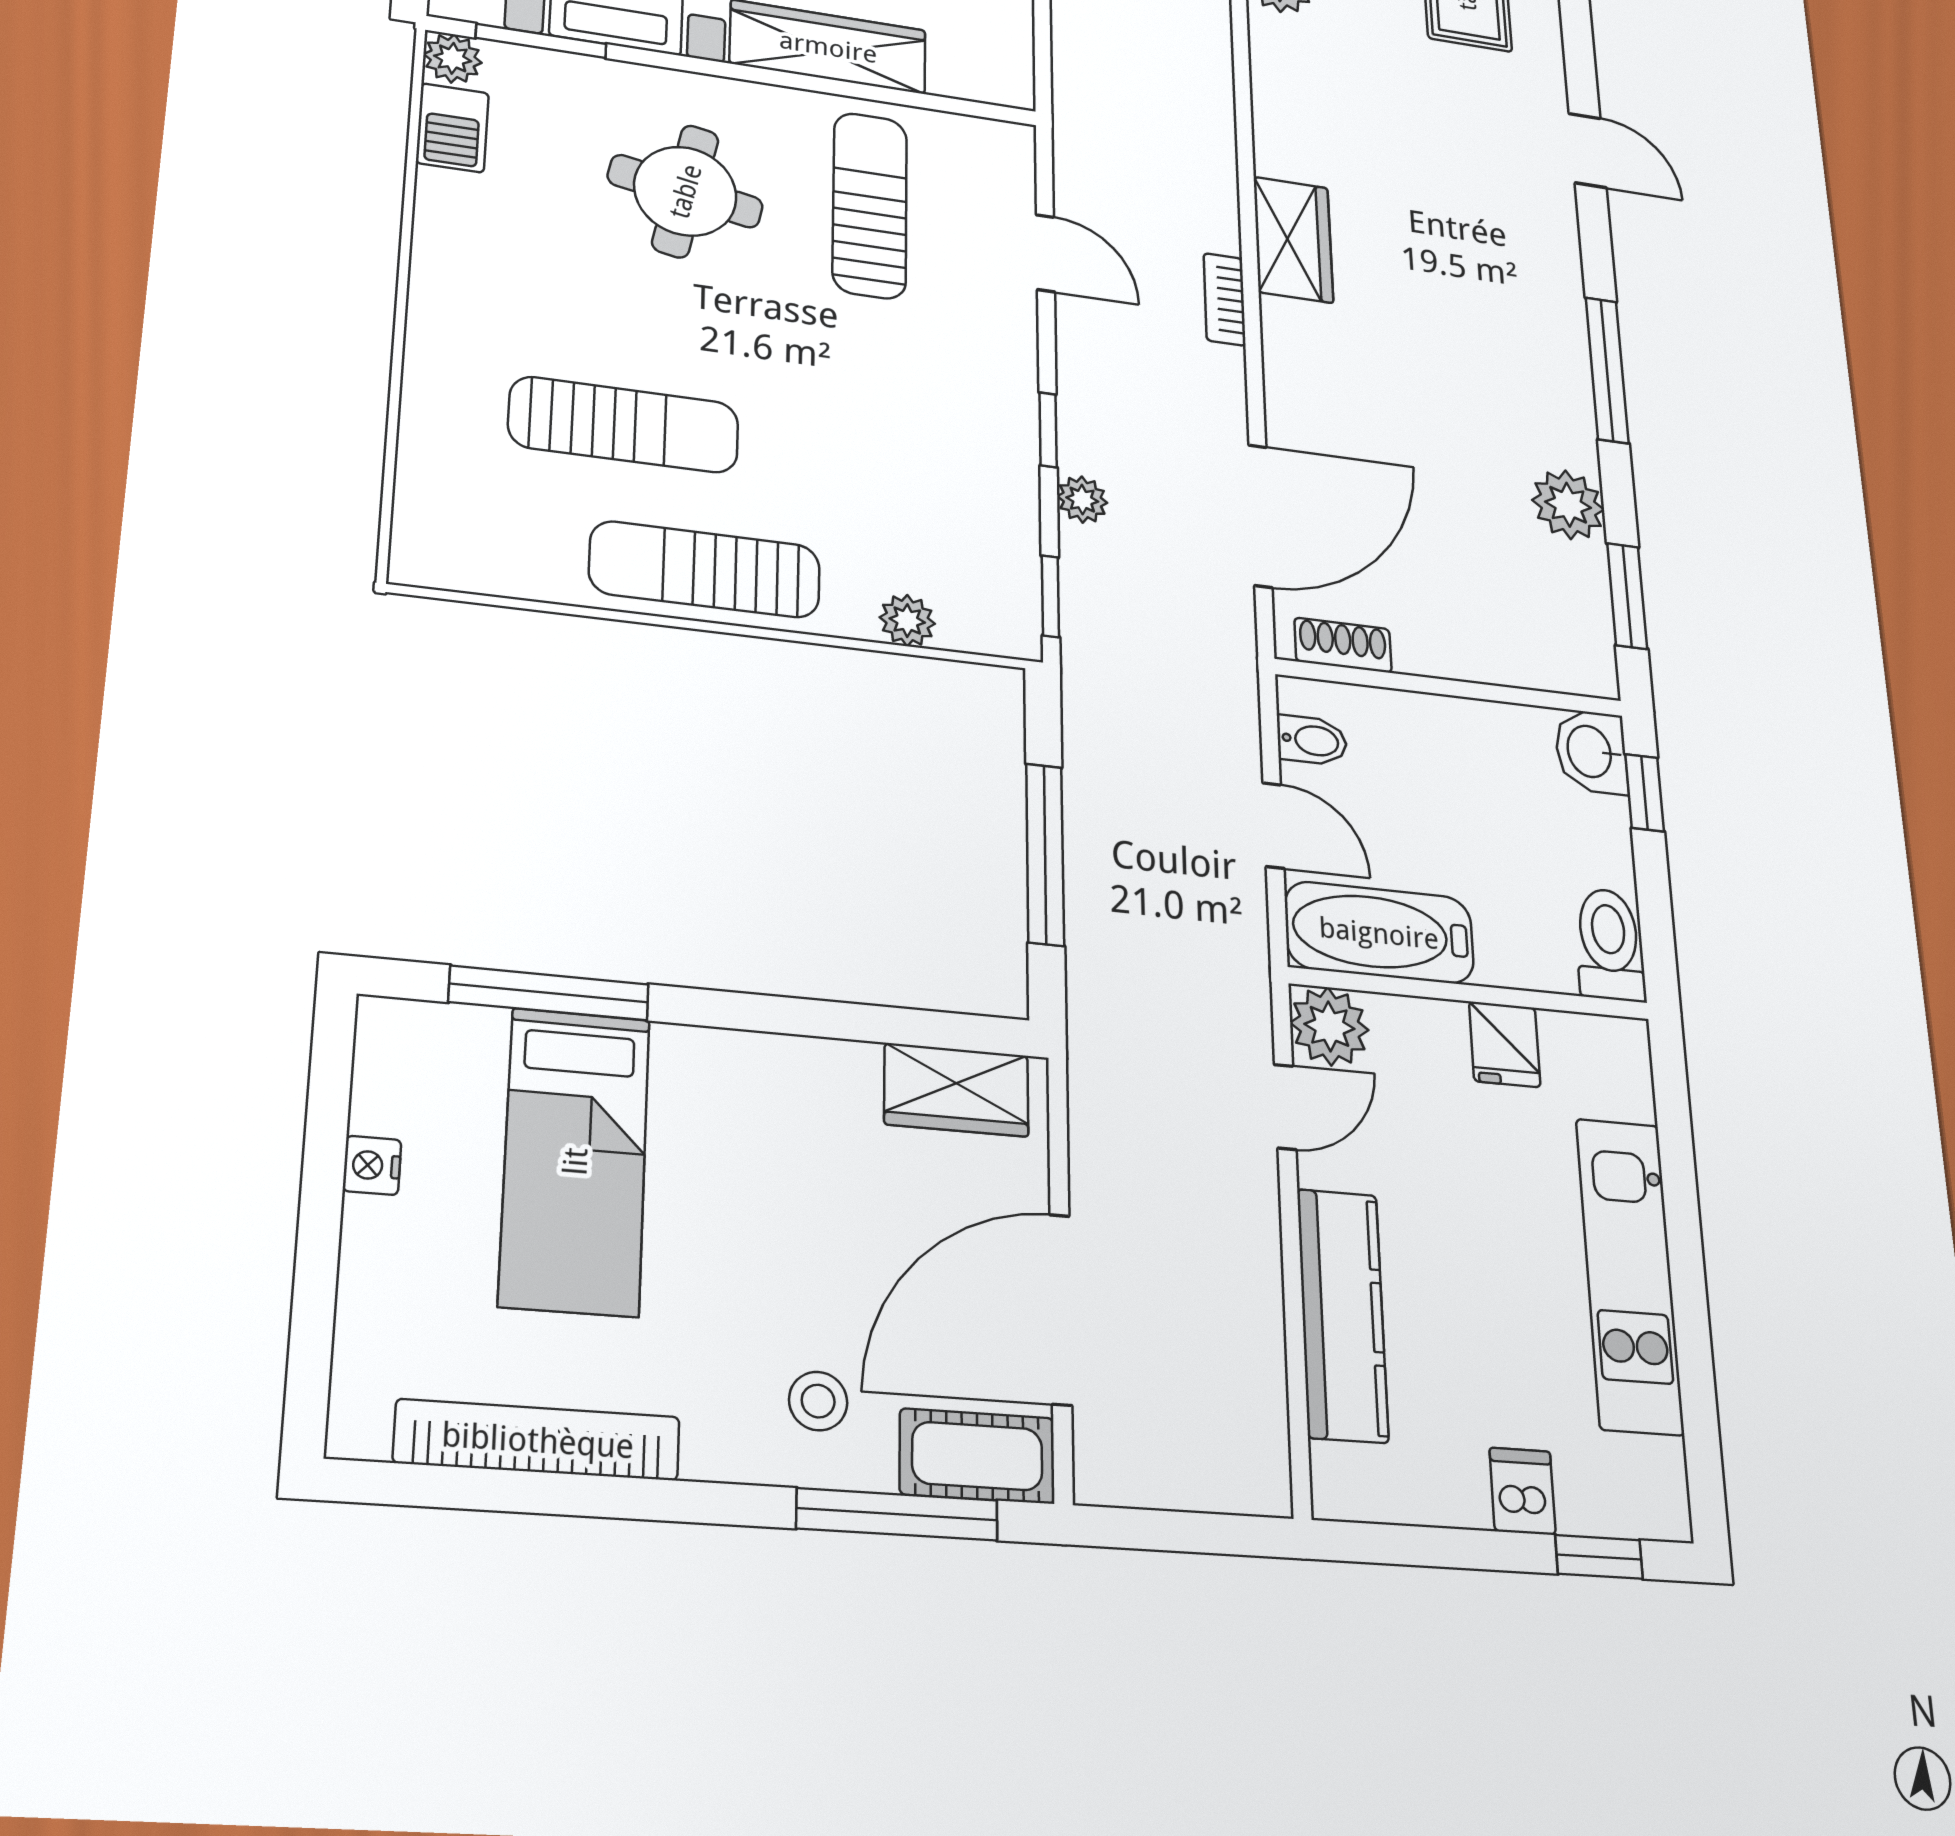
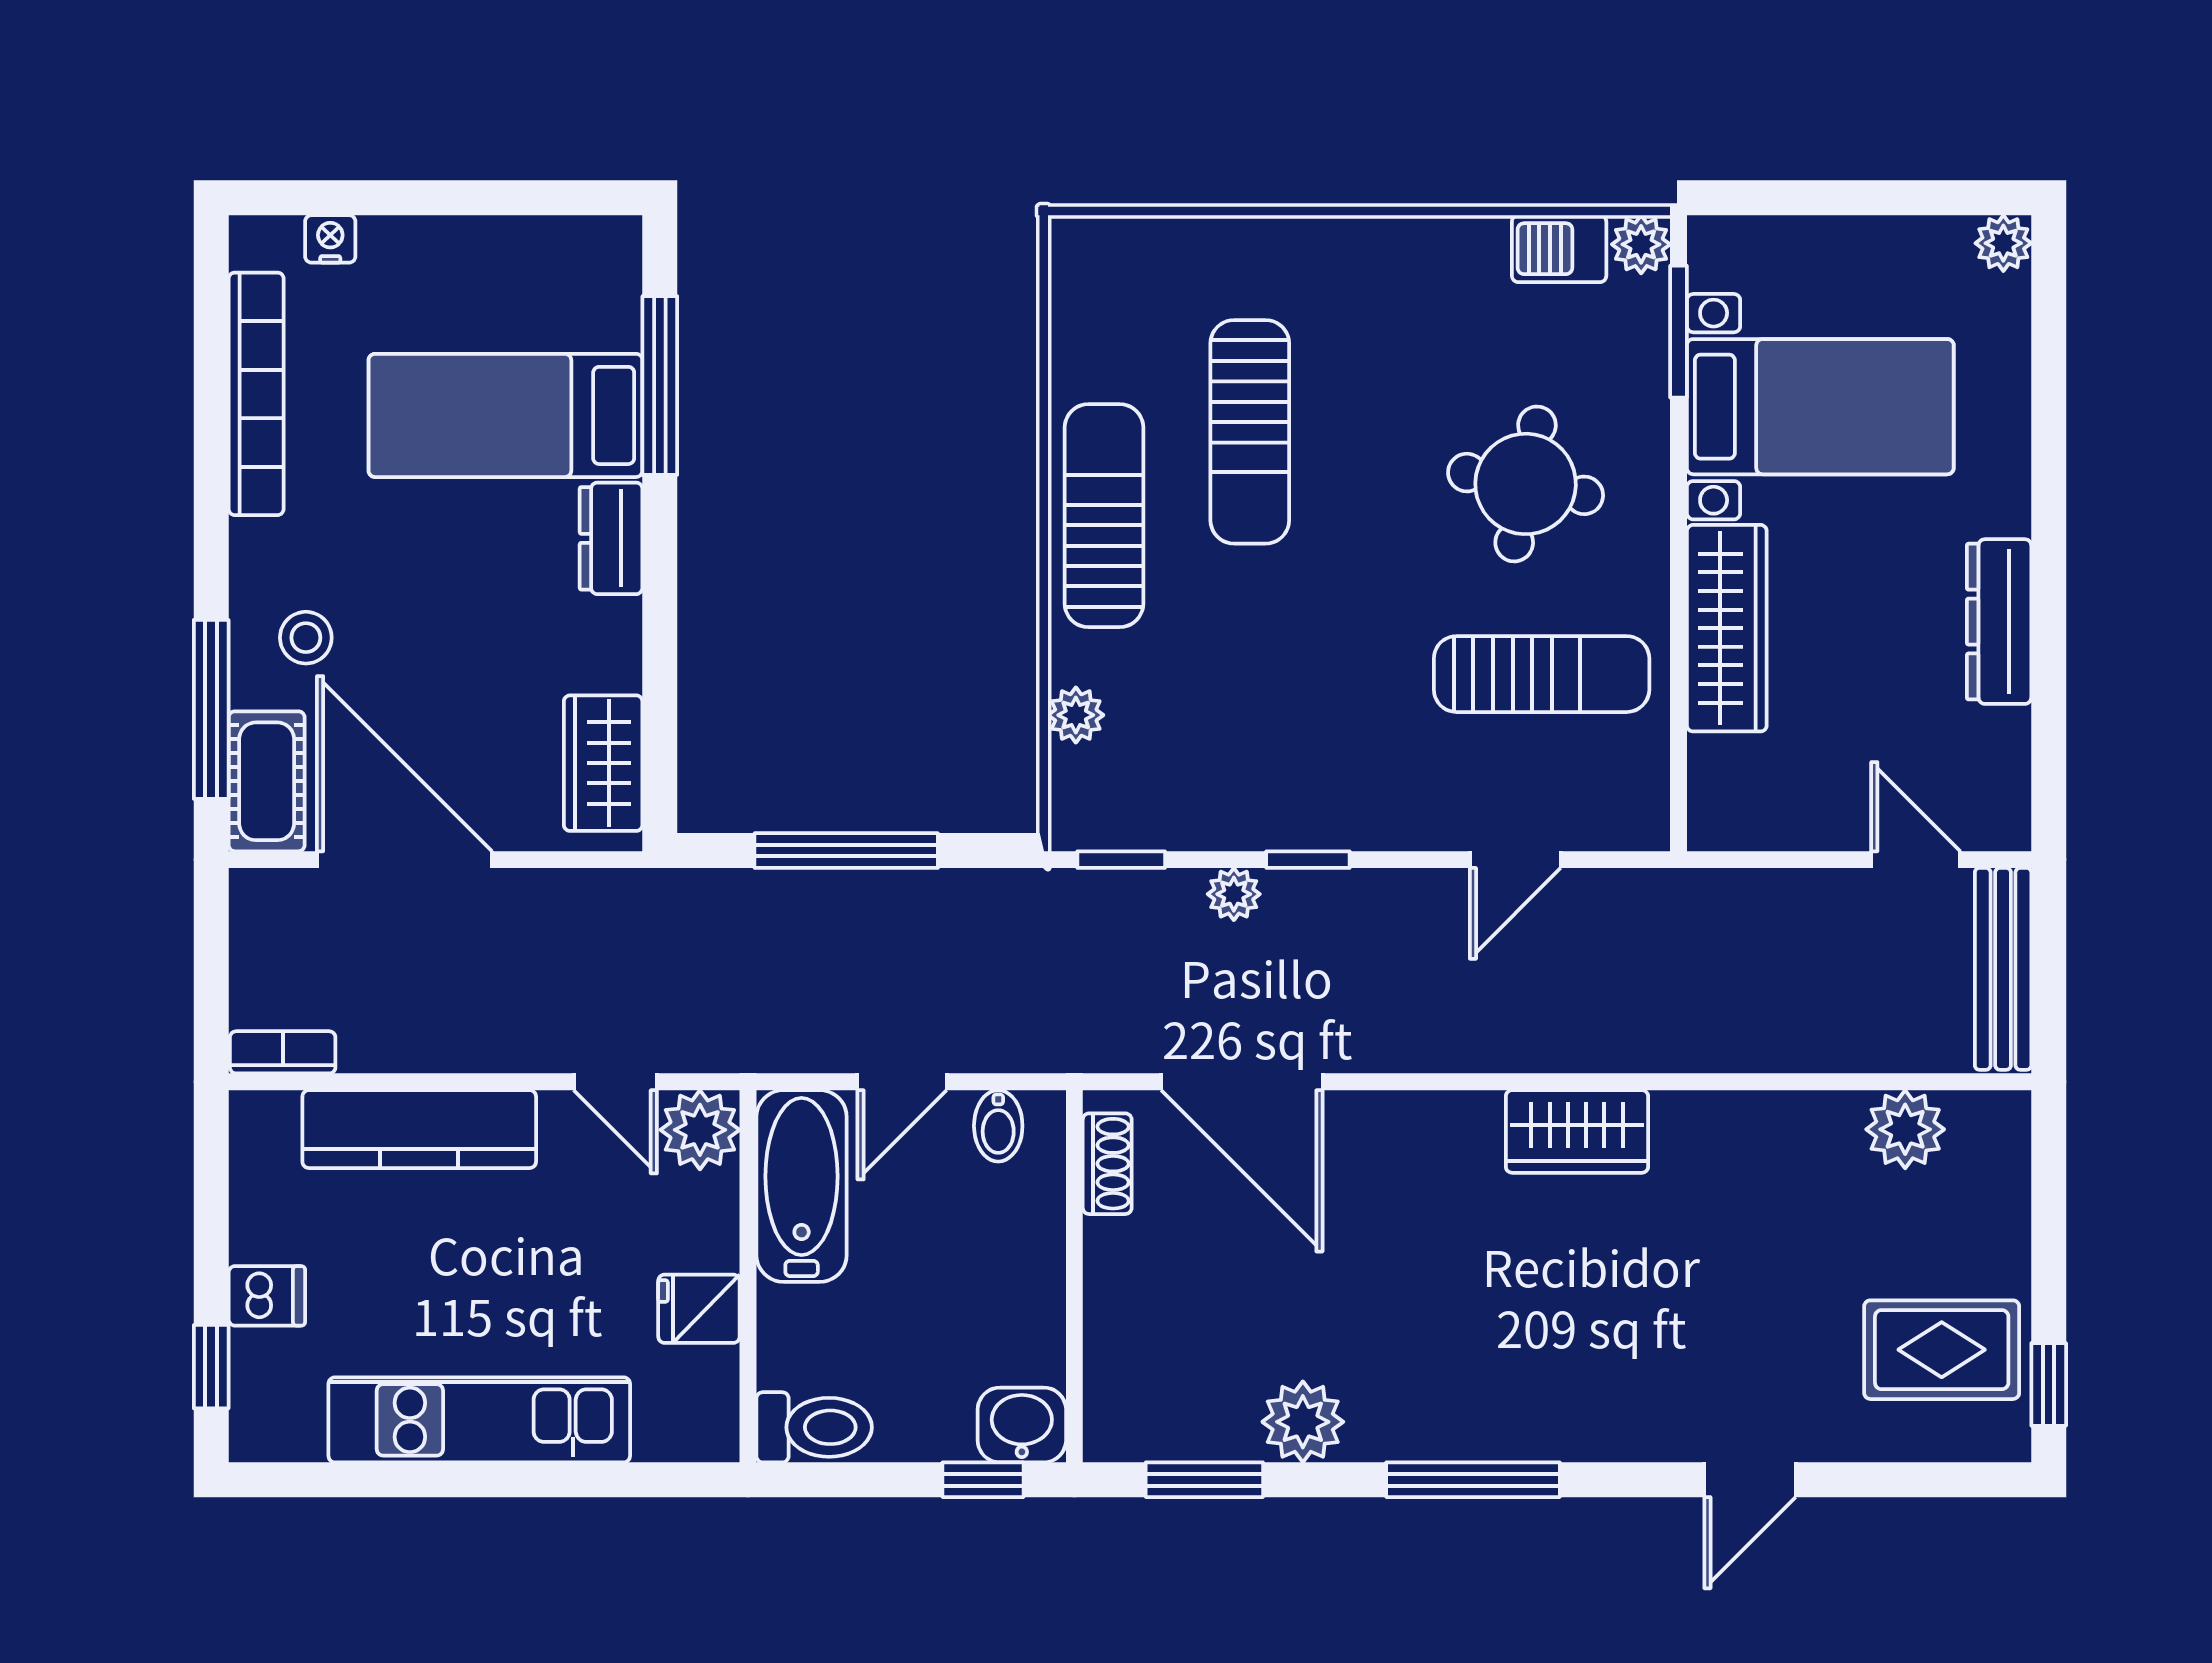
bookcase: (1225, 299) -> (283, 1052), moved
dresser: (715, 1060) -> (611, 538), added
nightstand: (372, 1165) -> (330, 239), moved

